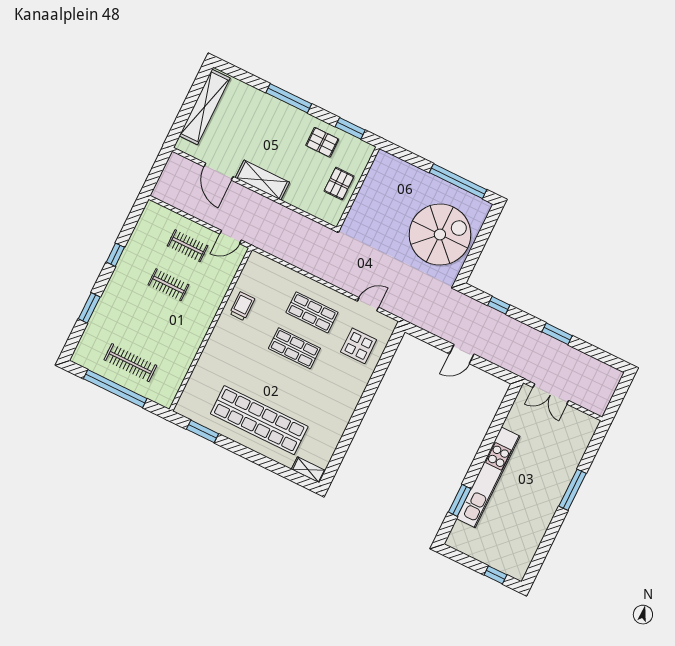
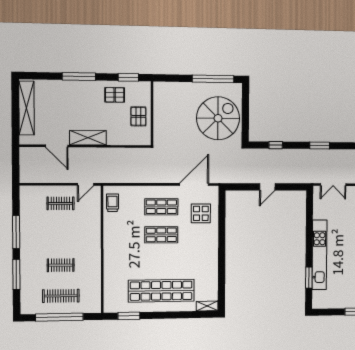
window: (115, 255) -> (16, 232), width x2.17
clothes rail: (169, 285) -> (61, 265), moved
door: (368, 304) -> (194, 184), width x1.88
trolley: (242, 306) -> (112, 203), moved
window: (89, 308) -> (16, 274), width x1.44

